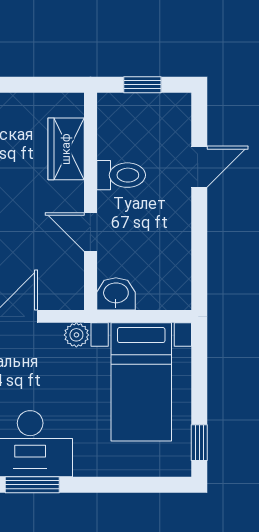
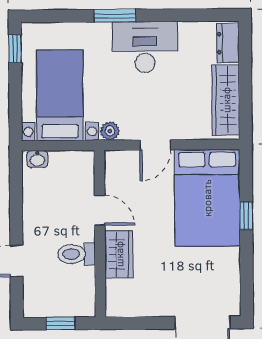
wardrobe: (66, 149) -> (119, 254), moved
washbasin: (116, 294) -> (37, 159), moved, width x0.72, depth x0.69
window: (32, 485) -> (115, 16), moved

